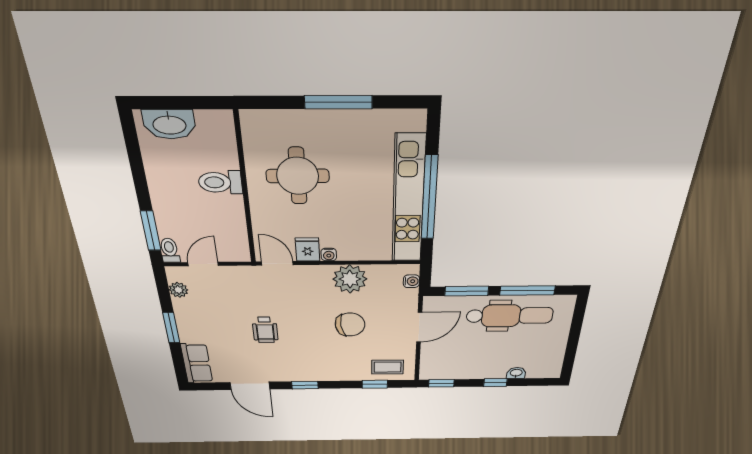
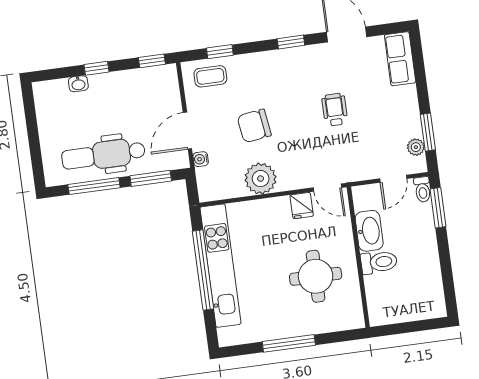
washbasin: (169, 124) -> (369, 231), moved, turned 90
water cooler: (329, 255) -> (282, 203), removed
water cooler: (411, 281) -> (201, 159), moved
window: (171, 328) -> (428, 132), moved

